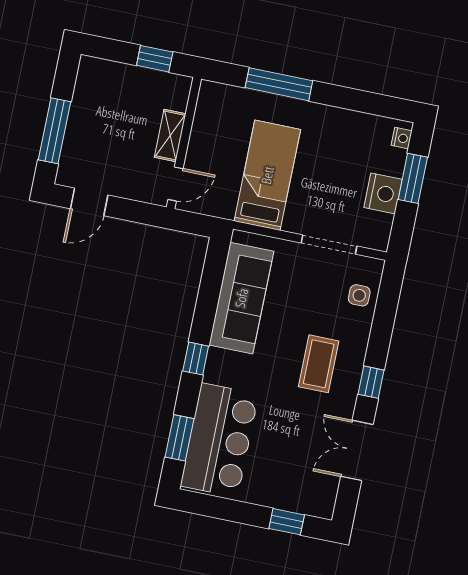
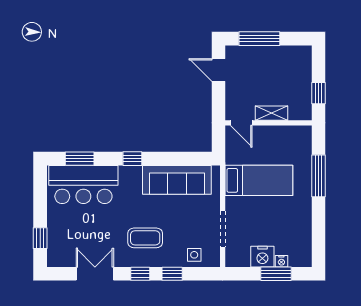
nightstand: (402, 138) -> (281, 261), moved
window: (381, 334) -> (172, 274), added

